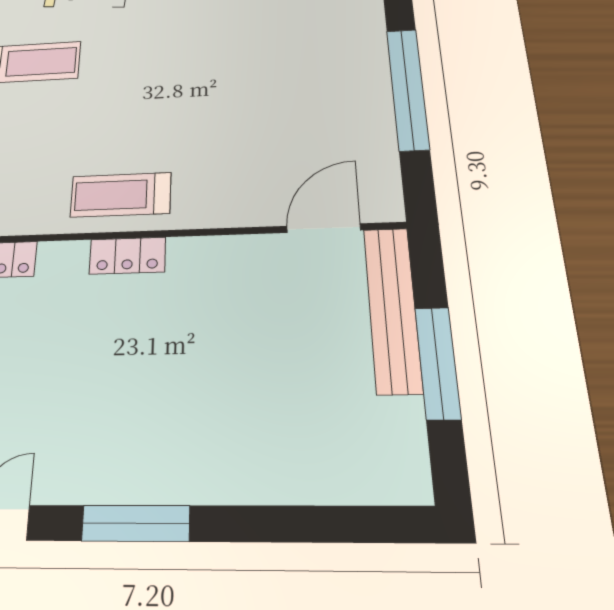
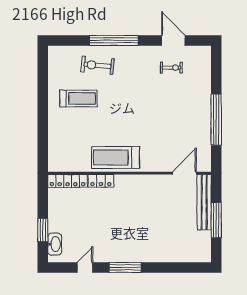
treadmill: (121, 195) -> (115, 157), width x1.37, depth x1.38
locker: (127, 256) -> (101, 181), moved

